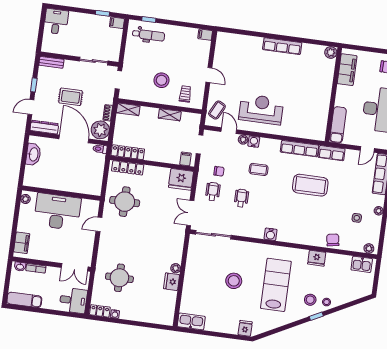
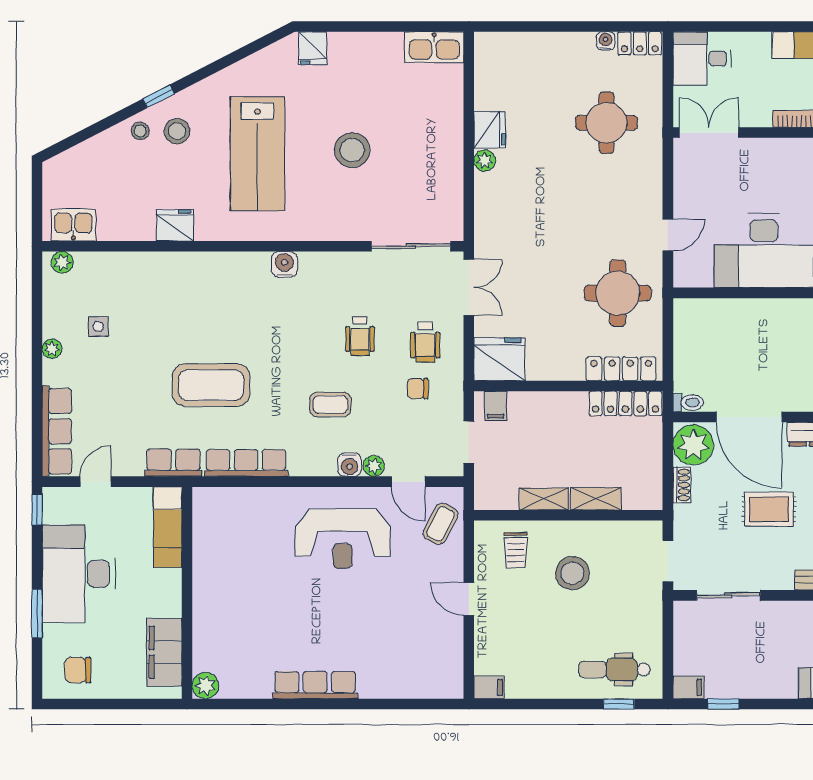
shelving: (128, 109) -> (596, 499), moved
chair: (333, 240) -> (145, 271), removed

